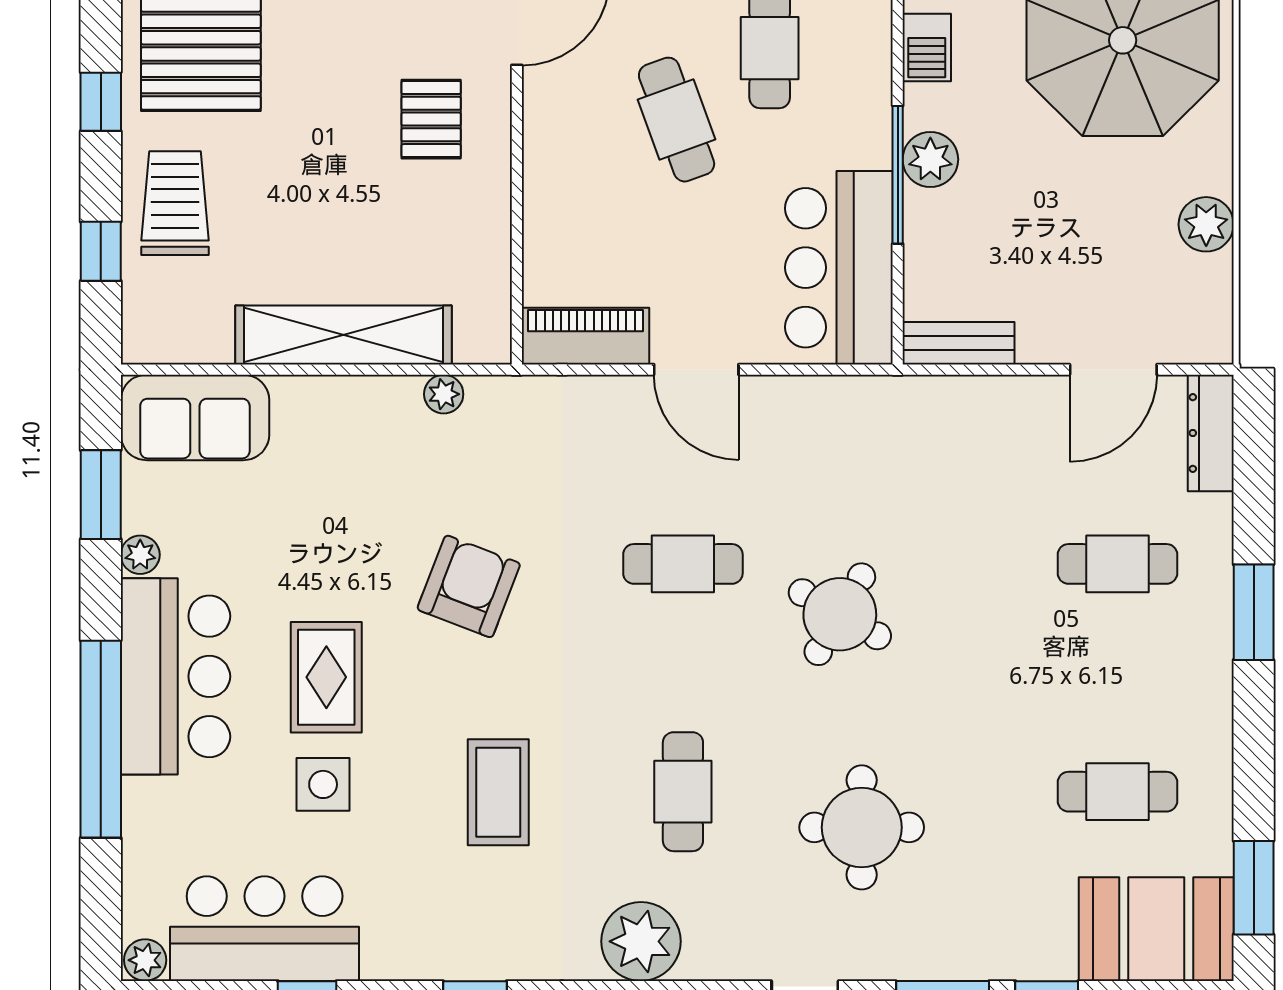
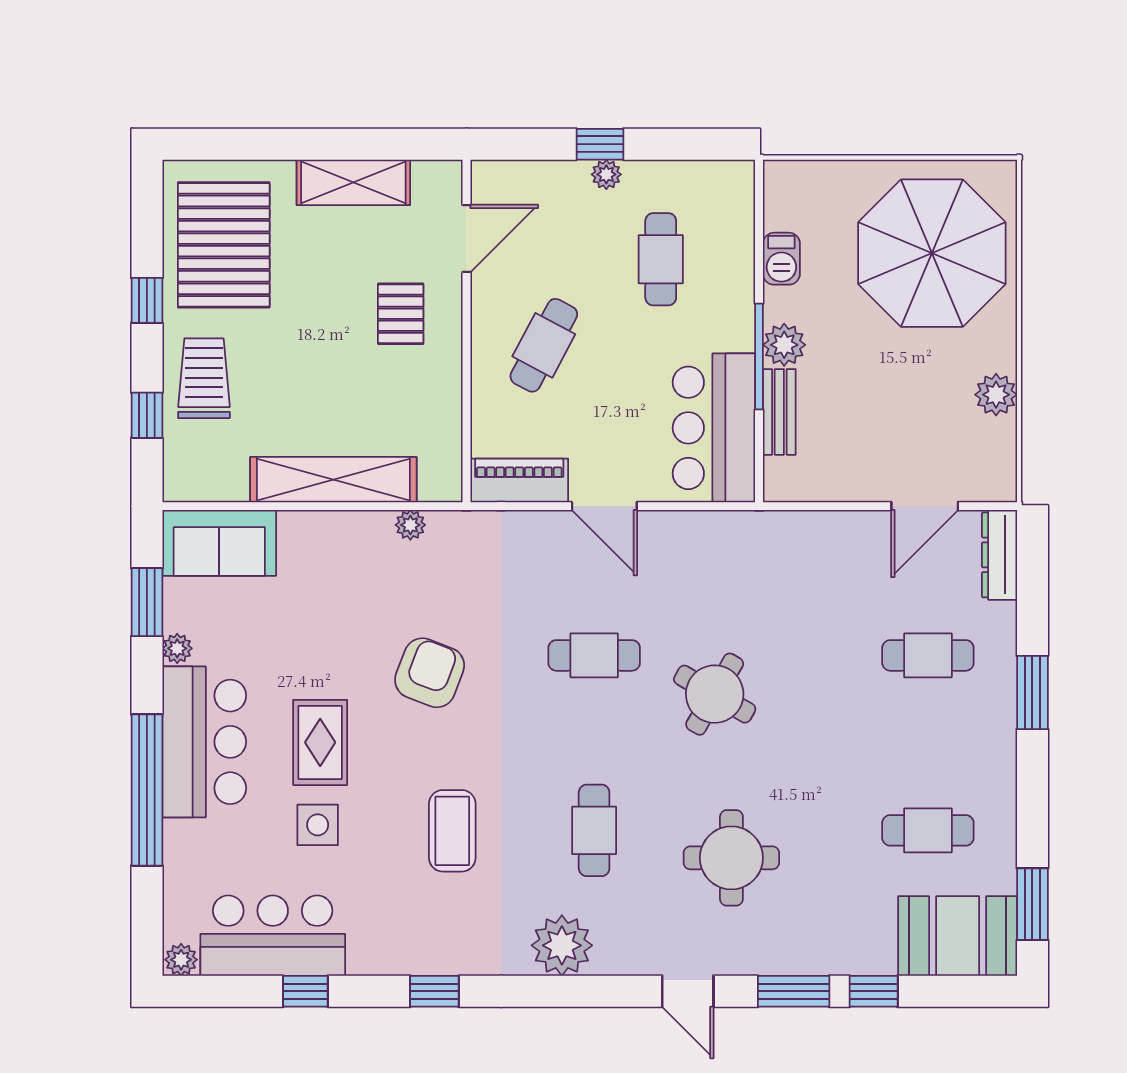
cafe table: (677, 120) -> (544, 345), moved, turned 48
bench: (959, 343) -> (779, 412), moved, turned 90

